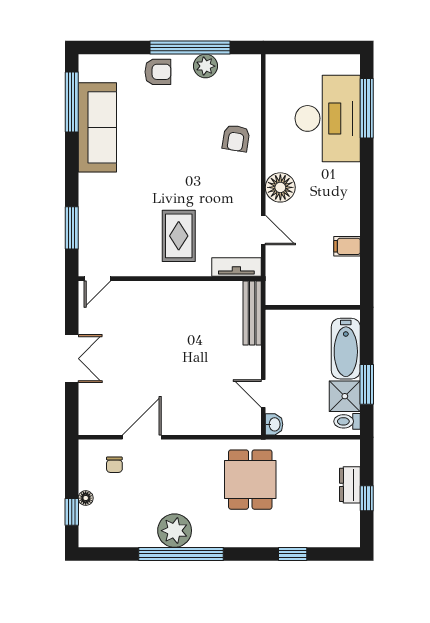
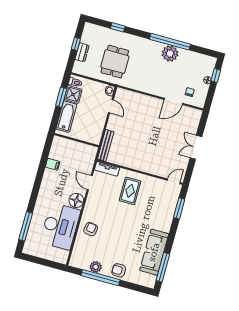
desk: (328, 118) -> (60, 226), moved, turned 180
dining table: (250, 480) -> (115, 62), moved

